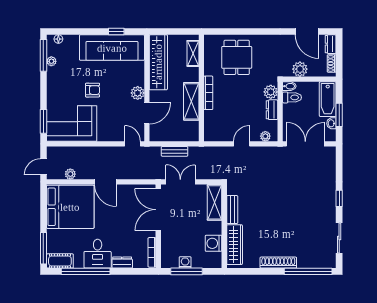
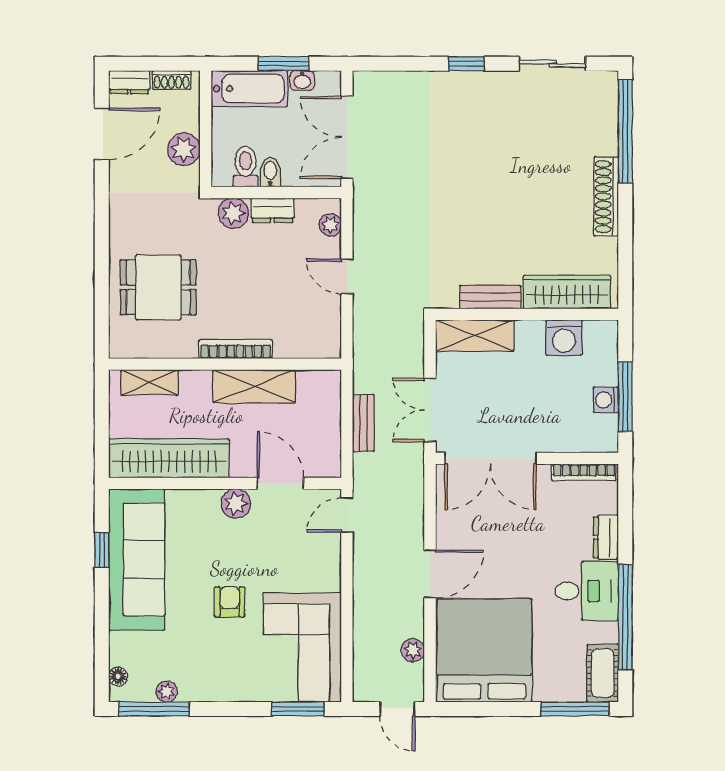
bidet: (289, 86) -> (270, 172), moved

